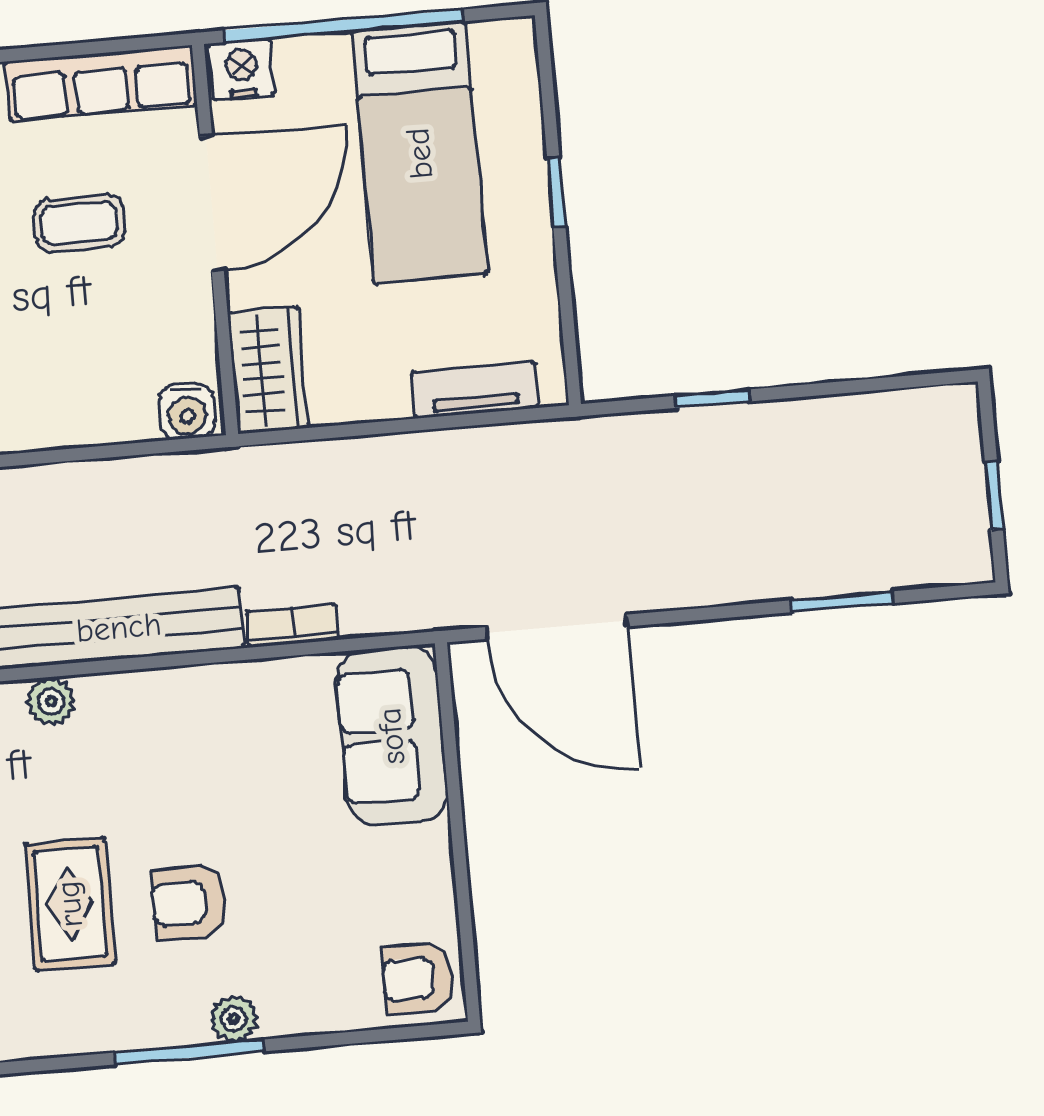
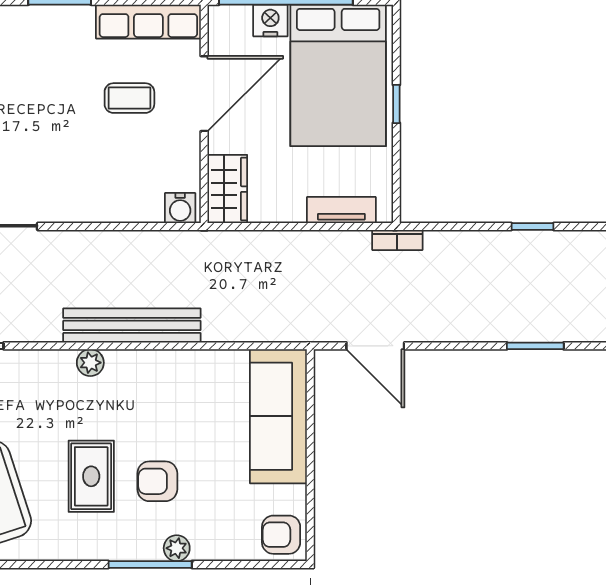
nightstand: (242, 69) -> (270, 20), moved
bed: (420, 153) -> (338, 75), width x1.50
window: (713, 399) -> (532, 227), moved
bookcase: (292, 626) -> (397, 240), moved, turned 180
door: (556, 627) -> (375, 346), width x0.73
sofa: (392, 736) -> (278, 416), width x1.36

